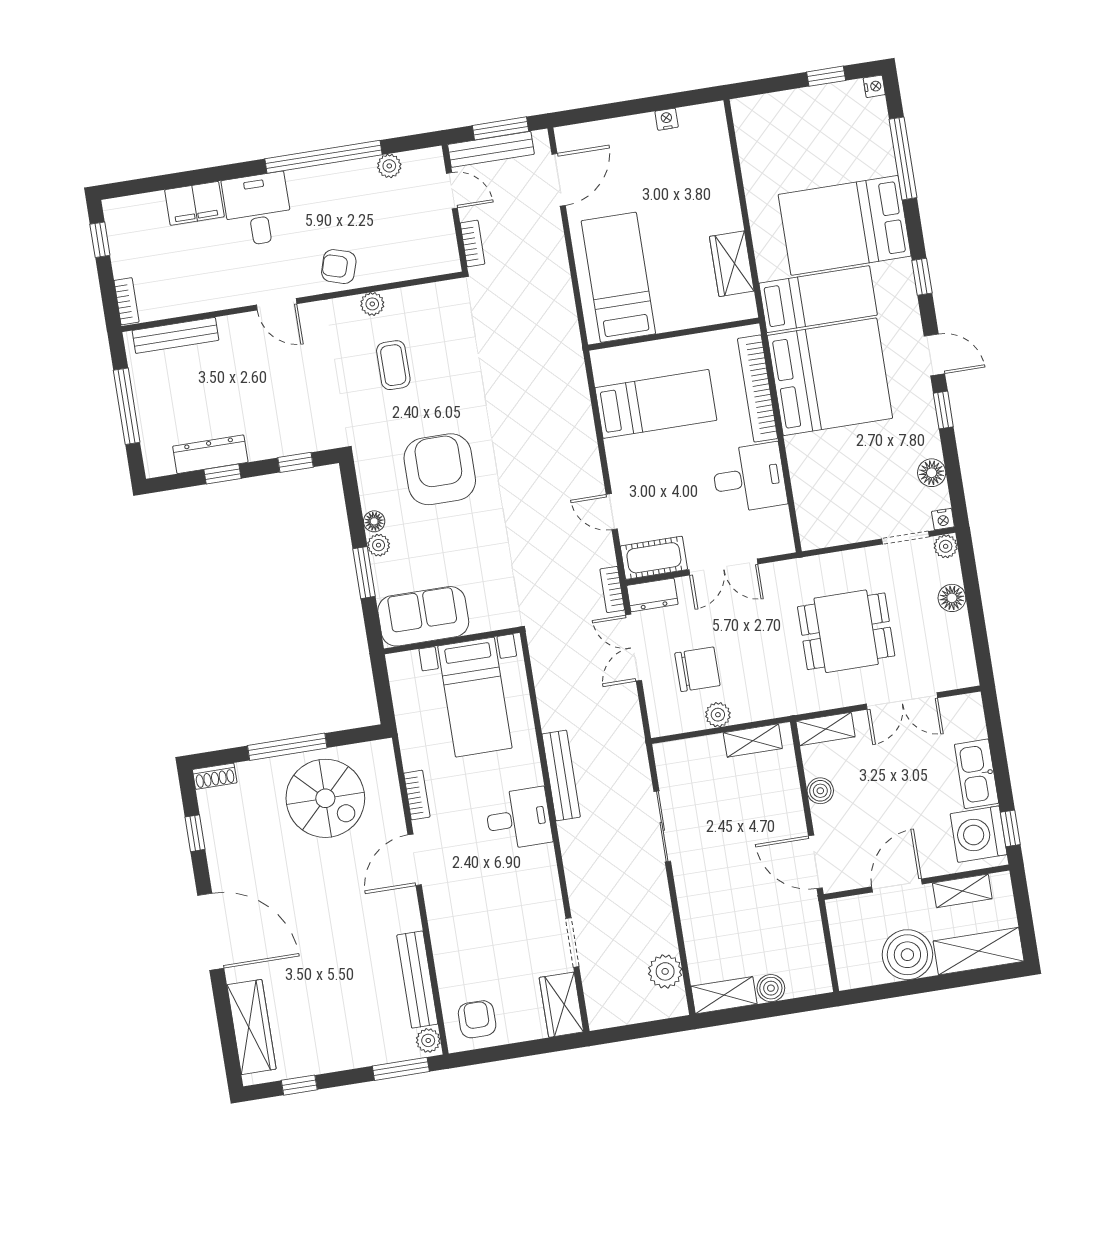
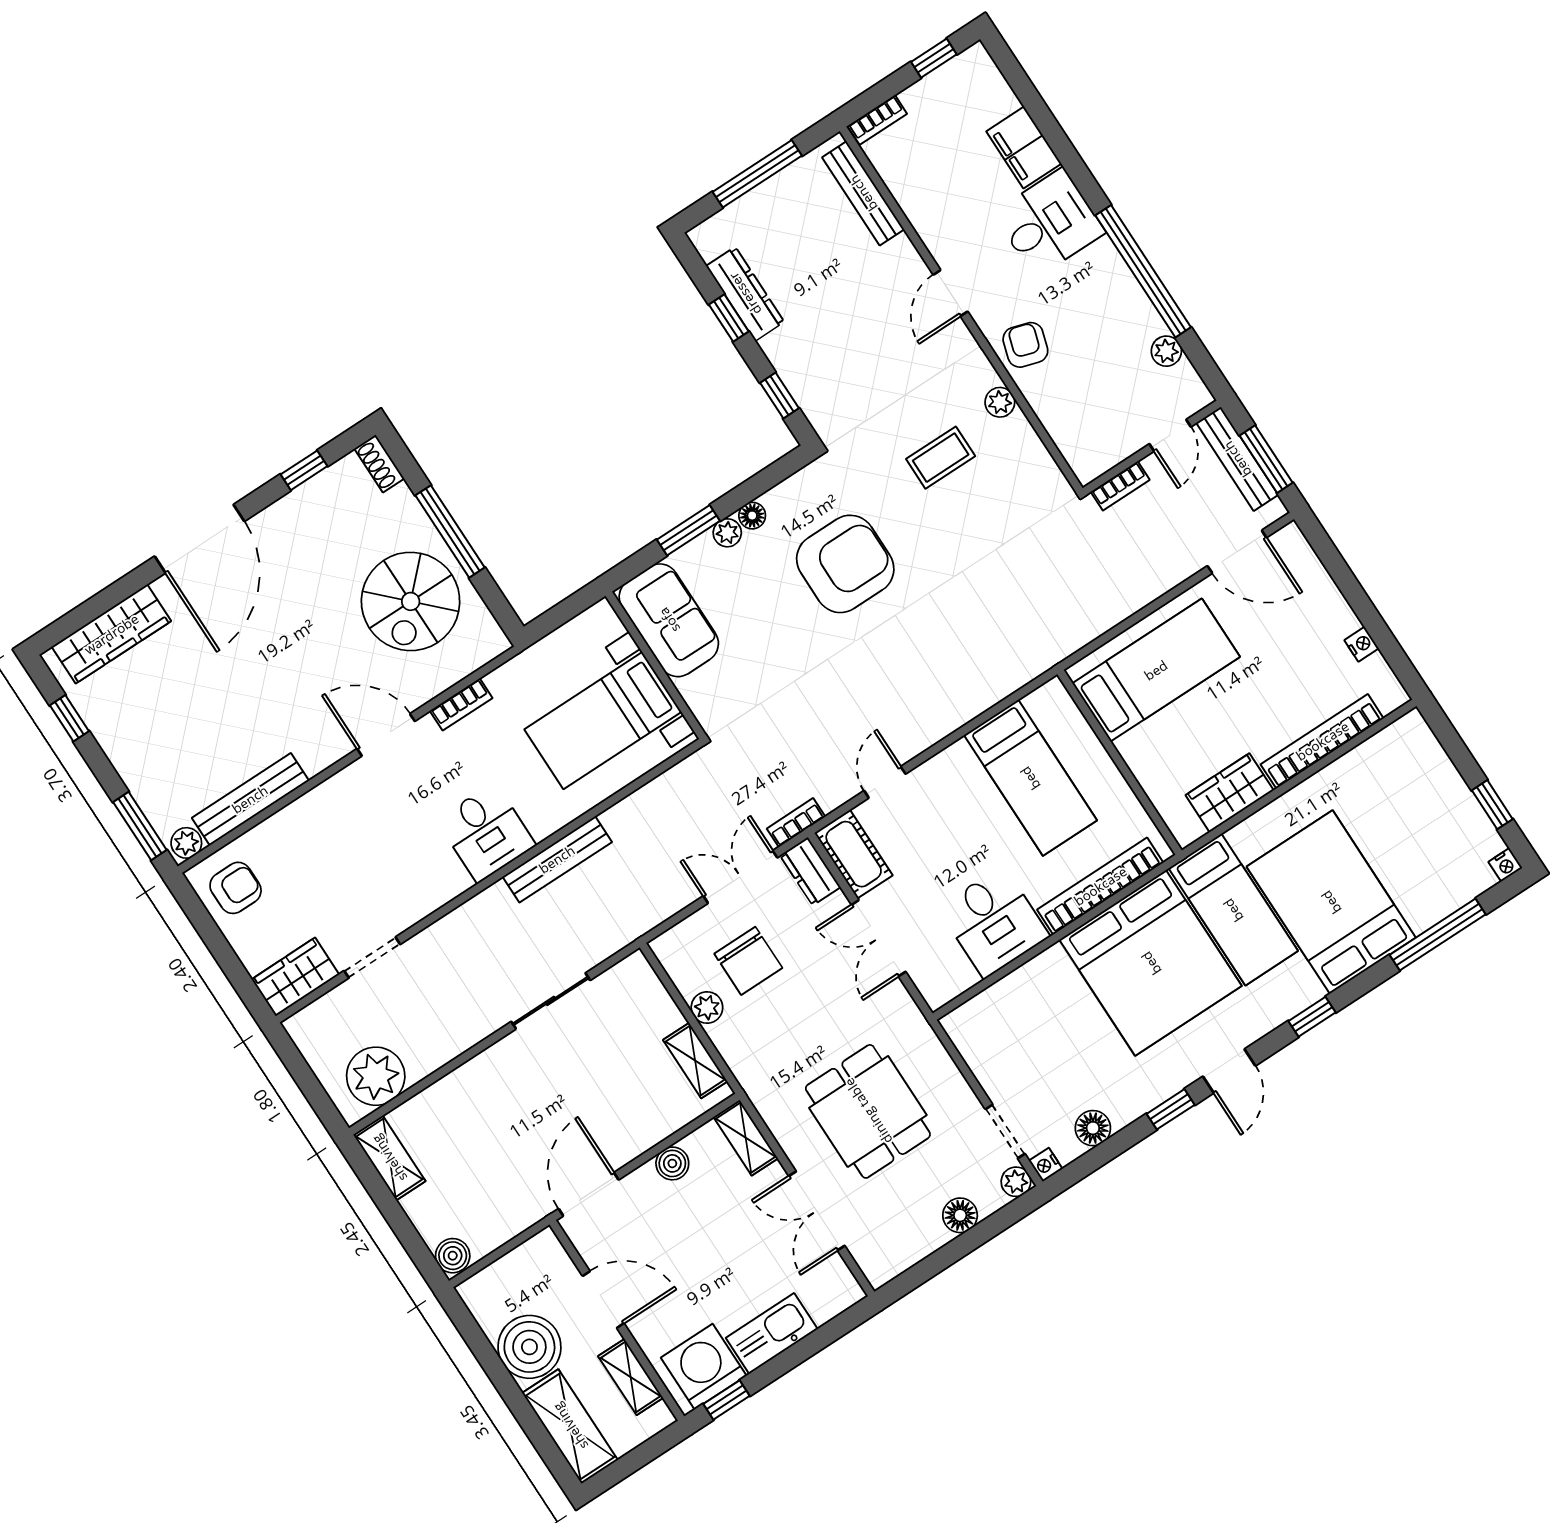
bookcase: (724, 180) -> (1322, 741), added
plant: (665, 971) -> (376, 1076), width x1.36, depth x1.36
boiler: (771, 988) -> (453, 1256), moved

